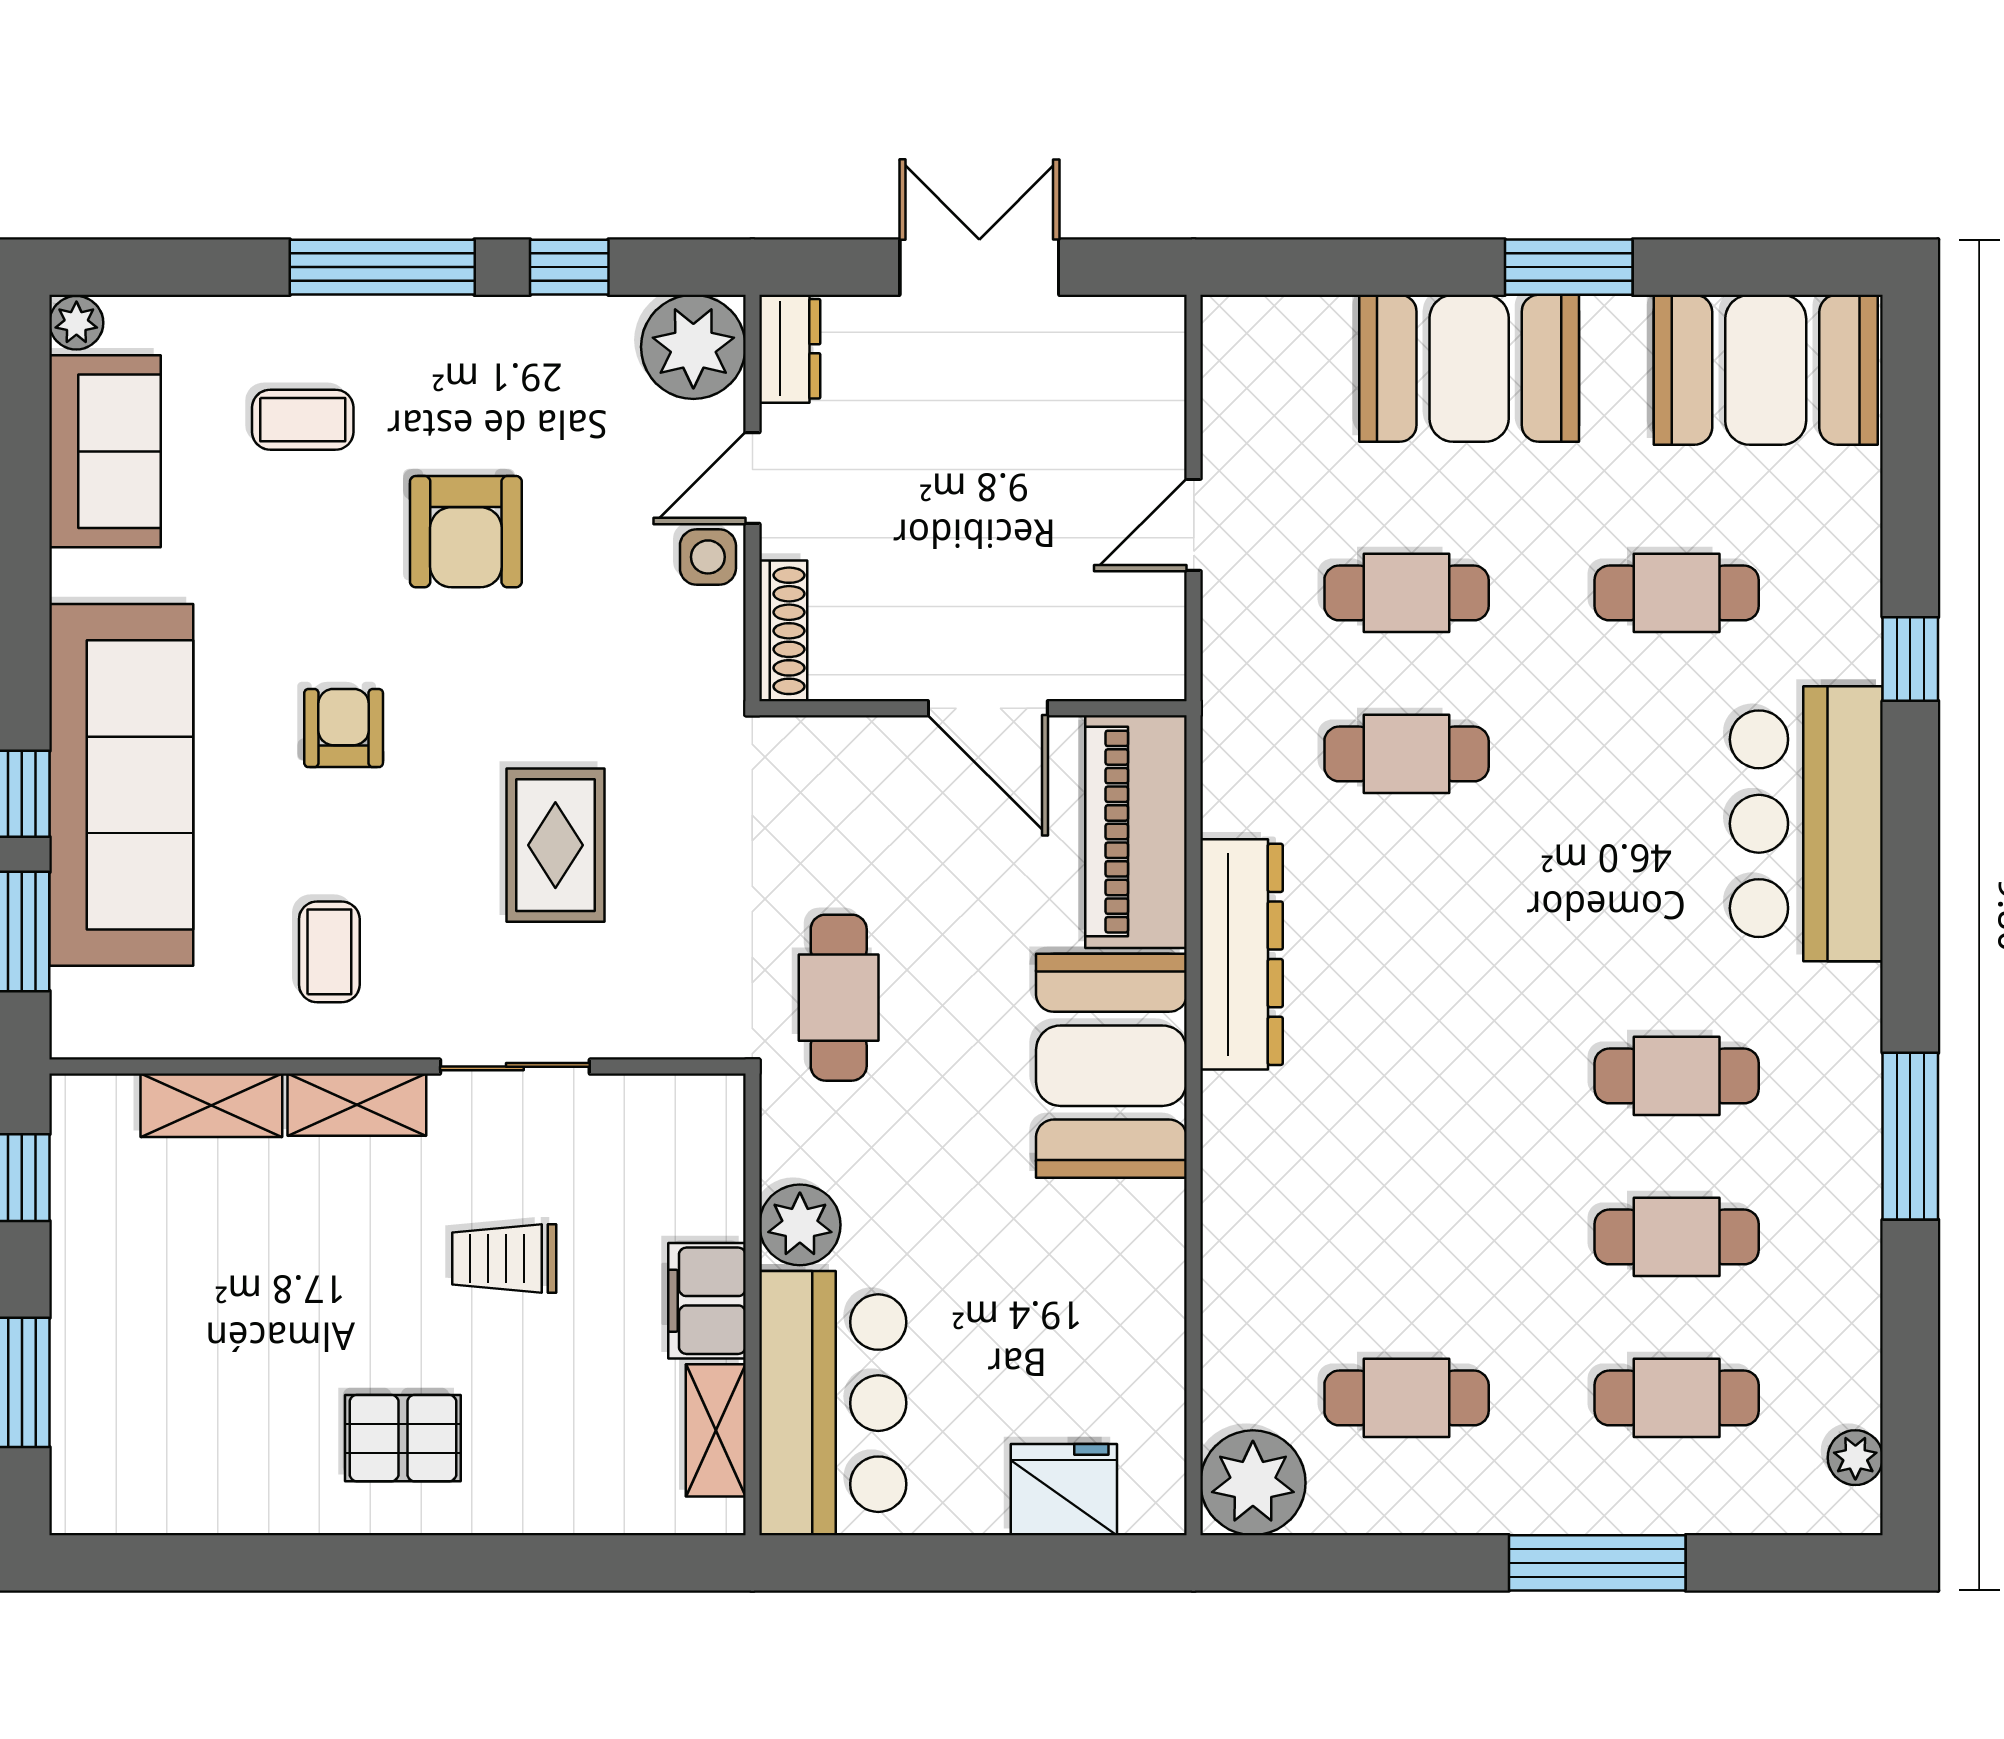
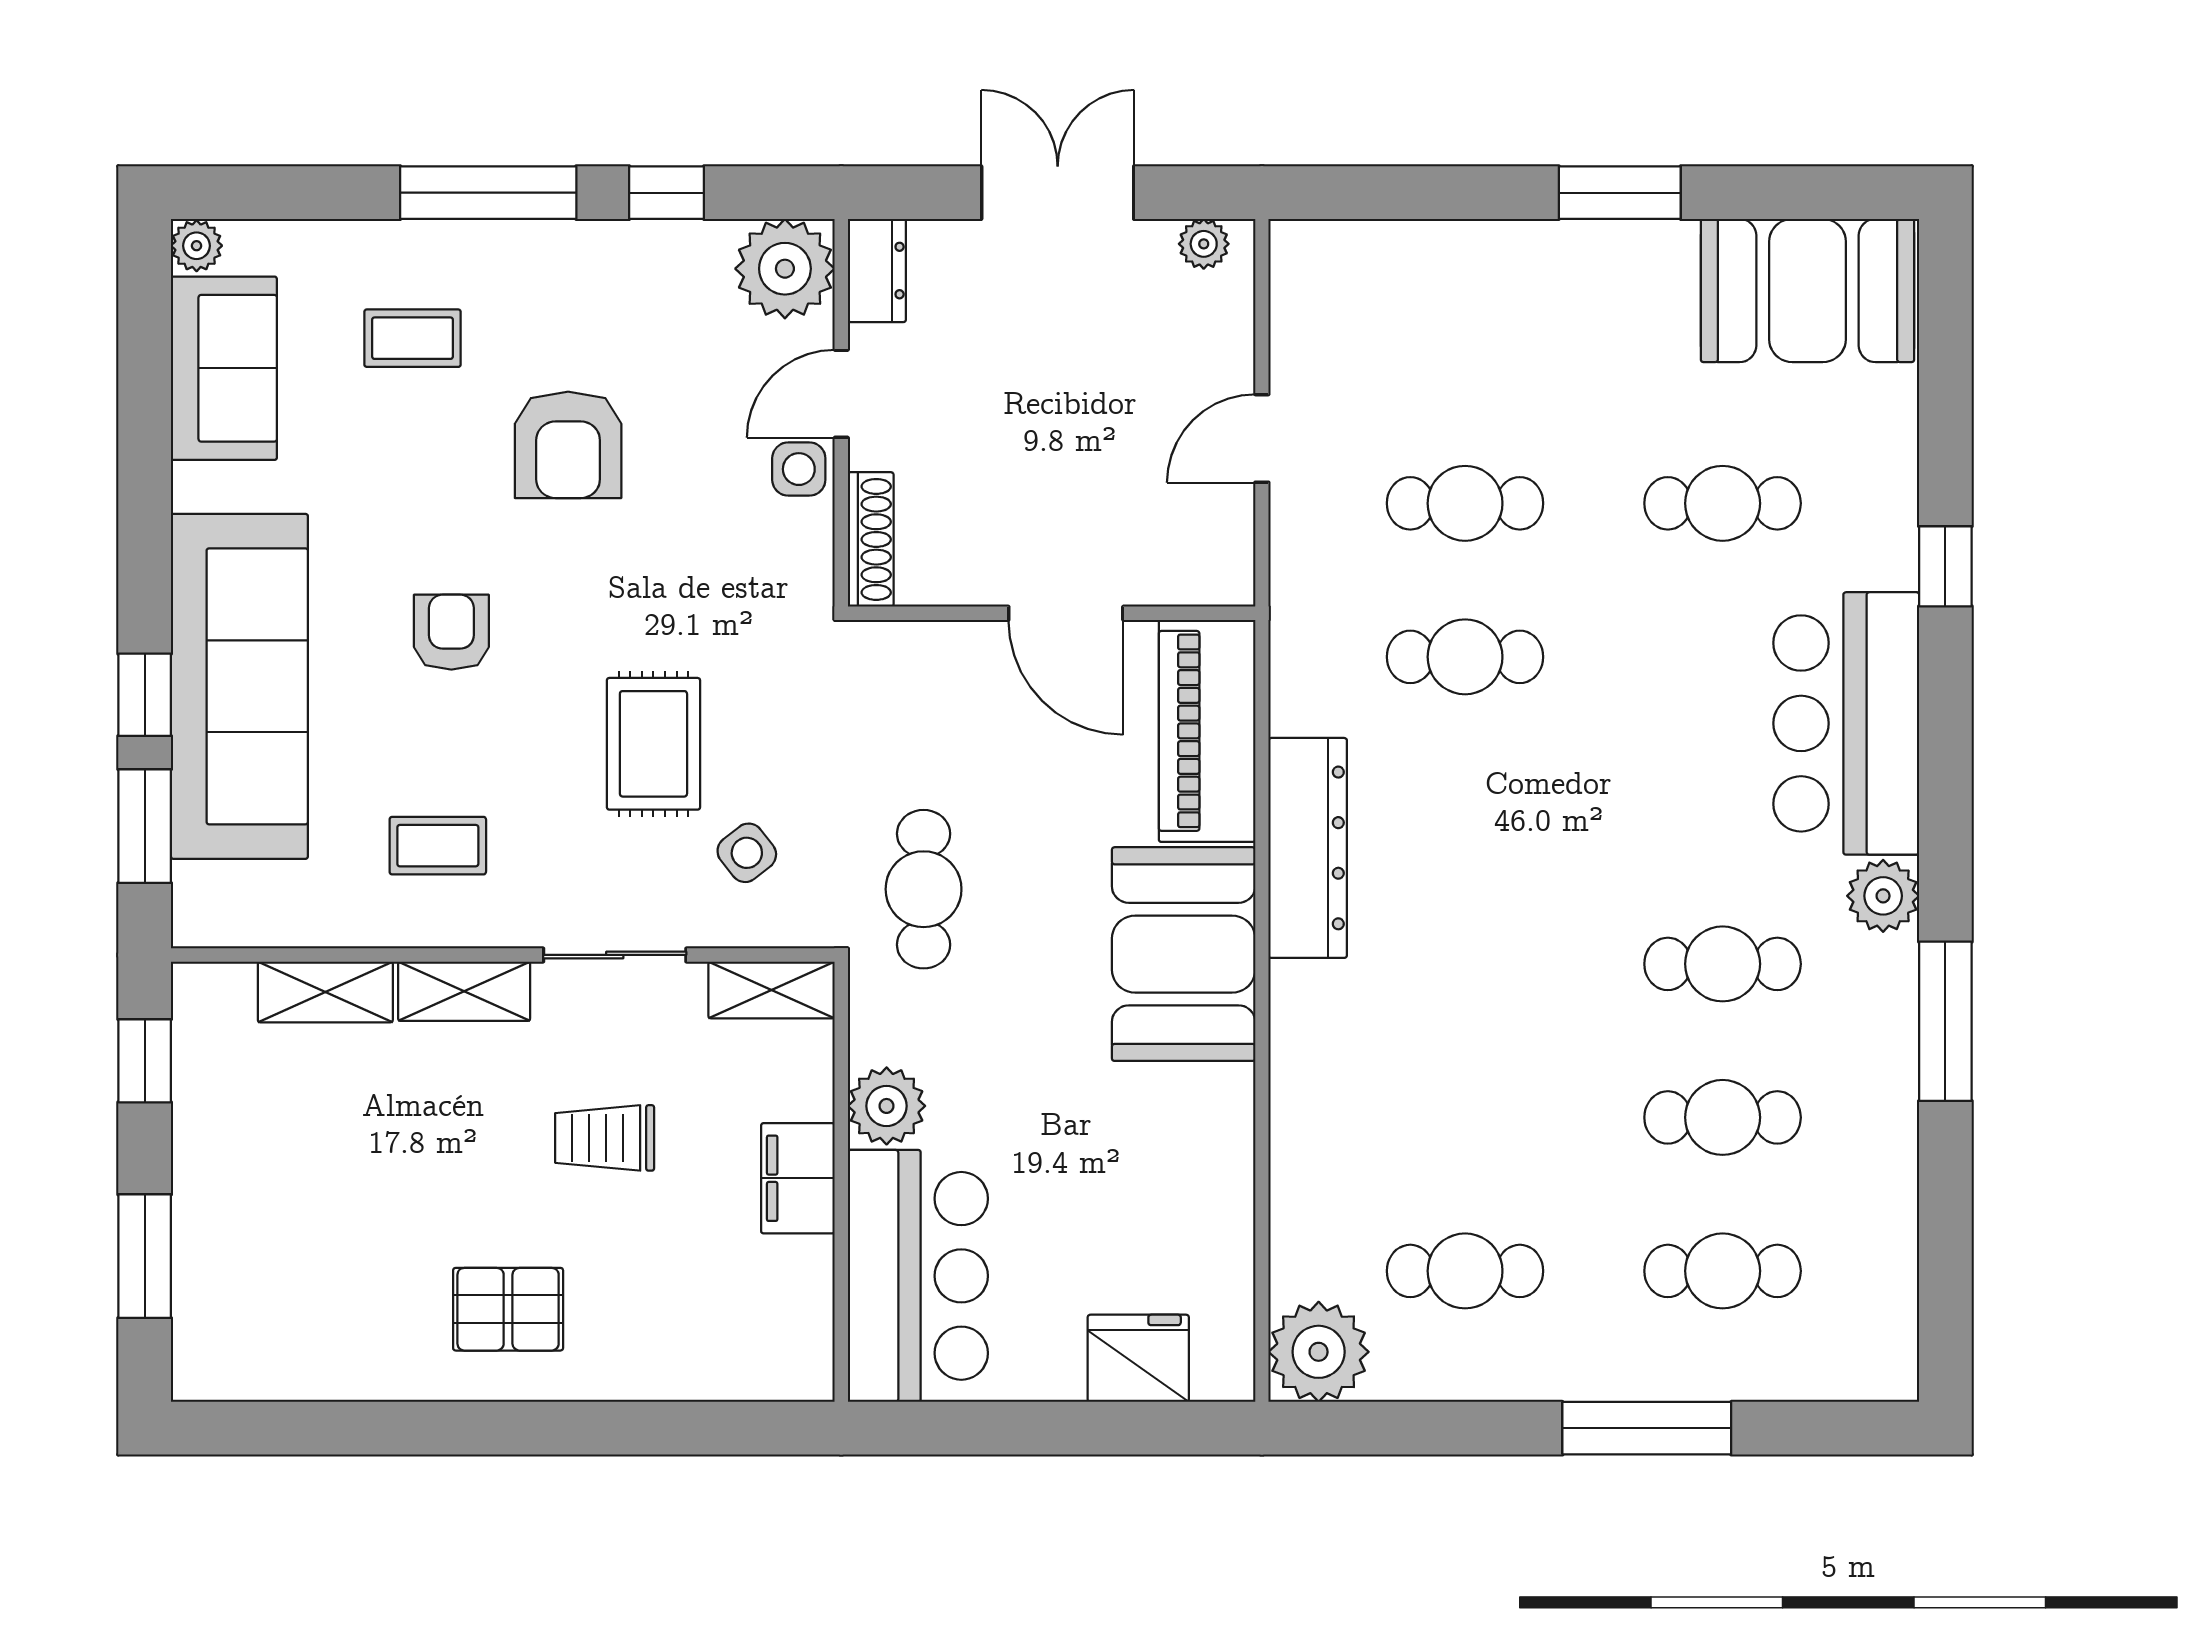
plant: (1133, 321) -> (1204, 244), added
booth: (1469, 368) -> (1525, 289), removed
coffee table: (329, 952) -> (438, 846), turned 90
side table: (653, 959) -> (747, 853), added
shelving: (716, 1430) -> (772, 990), moved, turned 90
plant: (1855, 1458) -> (1883, 896), moved, width x1.38, depth x1.38

